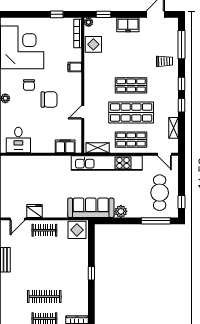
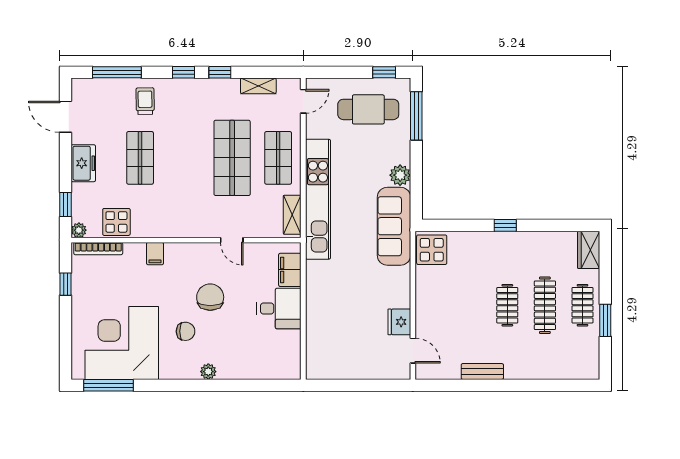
shop shelf: (131, 85) -> (140, 158), moved
desk: (18, 140) -> (279, 309), moved
clothes rail: (44, 230) -> (507, 305), moved

